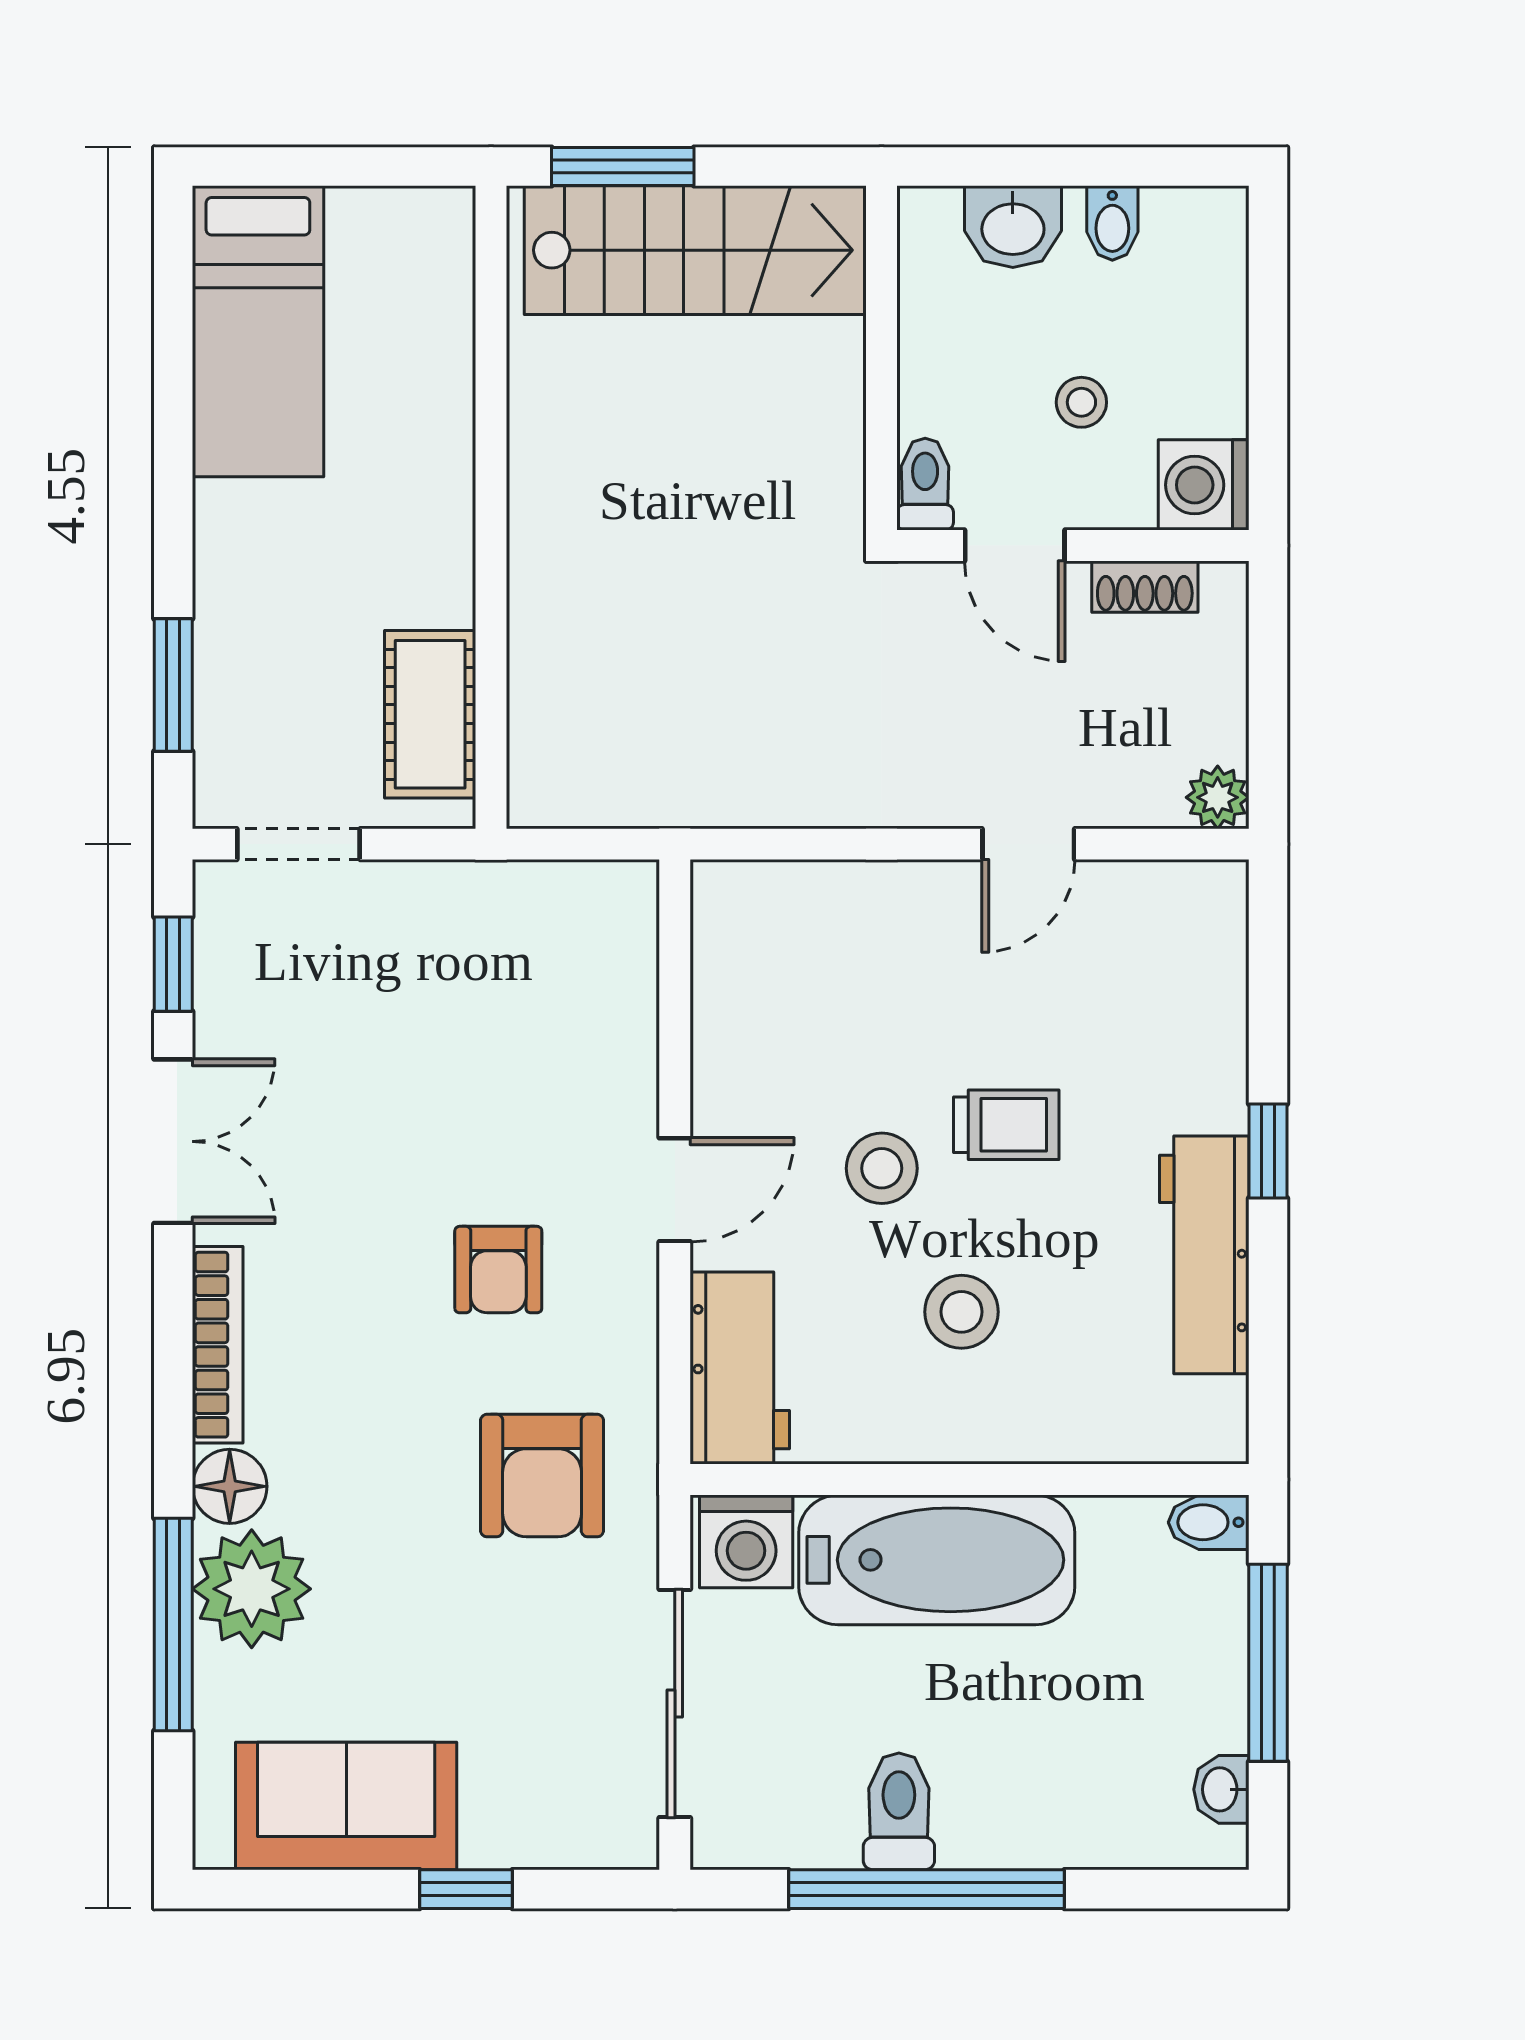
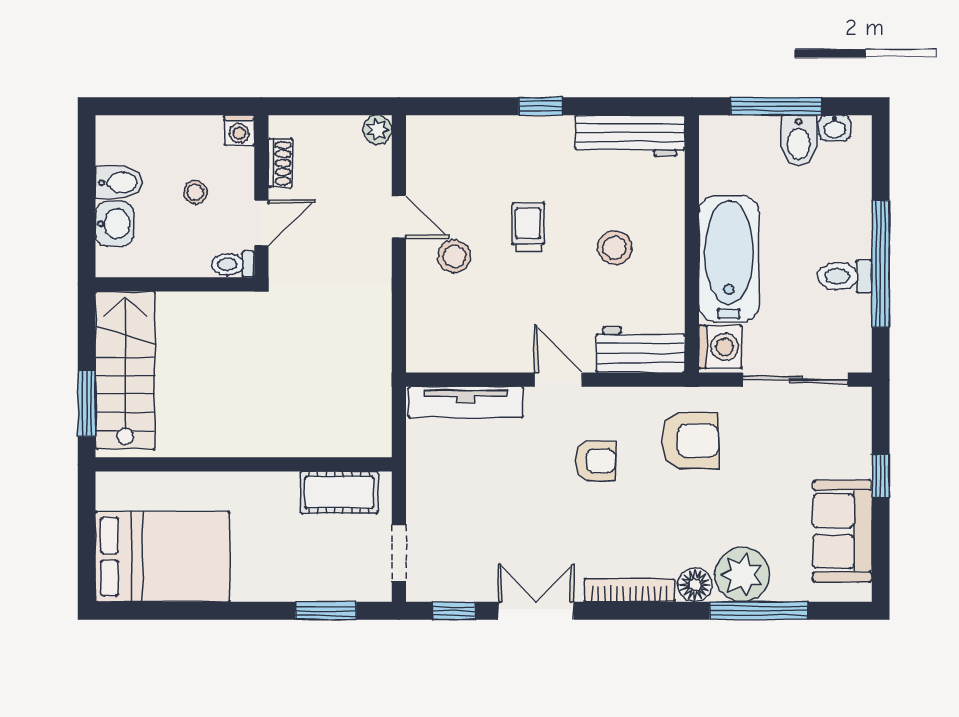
bidet: (1112, 223) -> (119, 182), width x1.38, depth x1.36
bed: (258, 331) -> (163, 557), width x1.50
washing machine: (1204, 485) -> (239, 130), width x0.73, depth x0.73
tv unit: (626, 989) -> (466, 402), added
stool: (882, 1168) -> (454, 256), moved
workbench: (1204, 1255) -> (630, 136), moved
bidet: (1209, 1522) -> (799, 140), moved, width x1.38, depth x1.36

